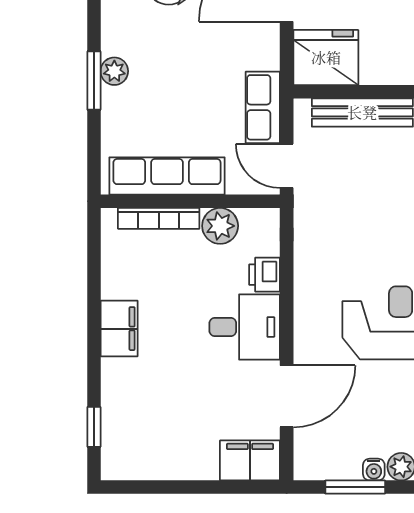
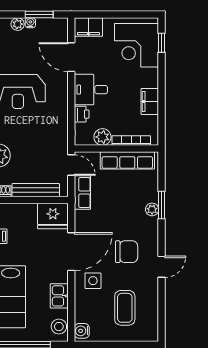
filing cabinet: (119, 329) -> (150, 101), moved
door: (287, 396) -> (71, 57), hinge flipped
corner desk: (147, 422) -> (137, 45), added

